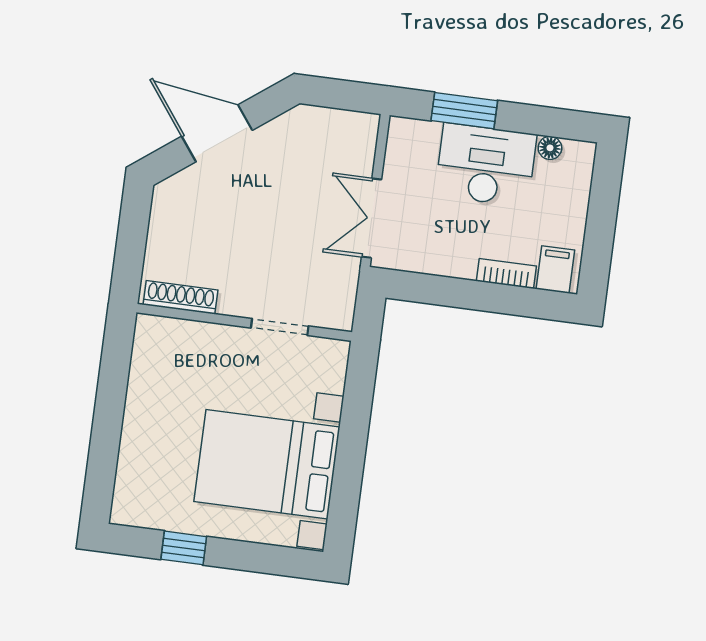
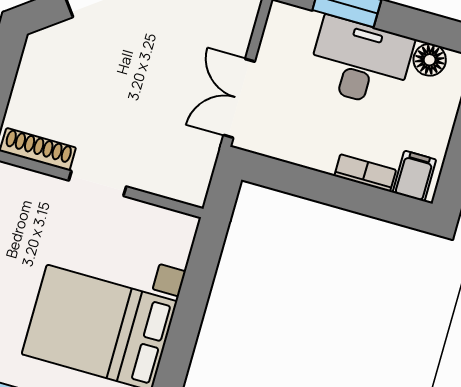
floor lamp: (550, 148) -> (430, 60), width x1.37, depth x1.37
doorway: (280, 327) -> (97, 183), moved

